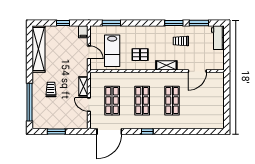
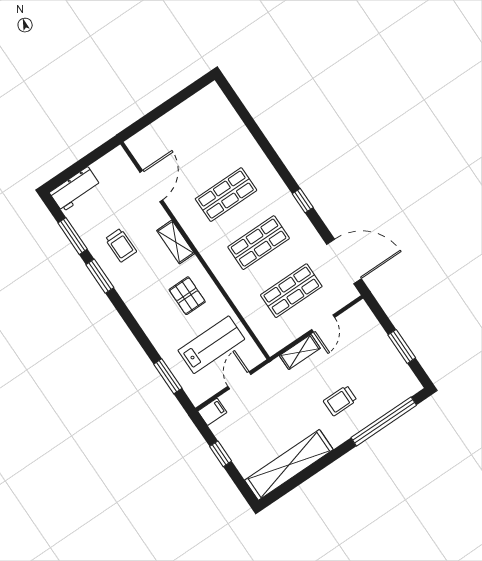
door: (197, 71) -> (151, 186), hinge flipped

